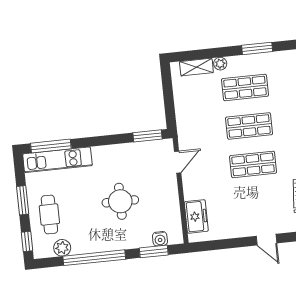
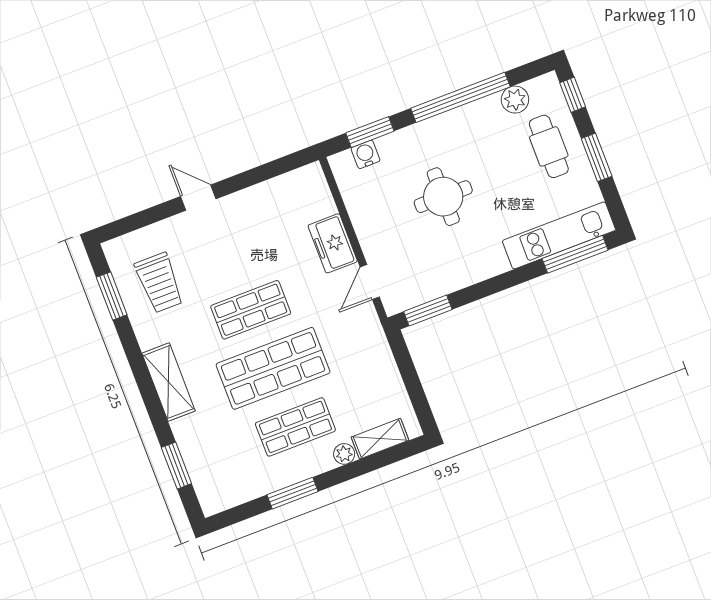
shop shelf: (249, 126) -> (273, 368), width x1.43, depth x1.36
freezer: (196, 216) -> (333, 243), moved

